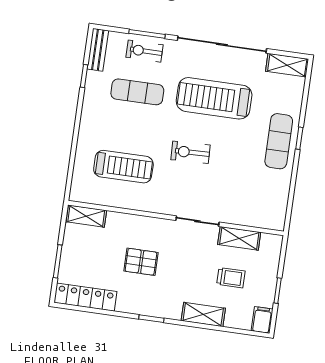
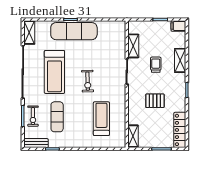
exercise mat: (279, 141) -> (74, 31), width x1.36, depth x1.45
pallet: (141, 262) -> (155, 101), turned 90
trolley: (231, 278) -> (156, 65), moved

